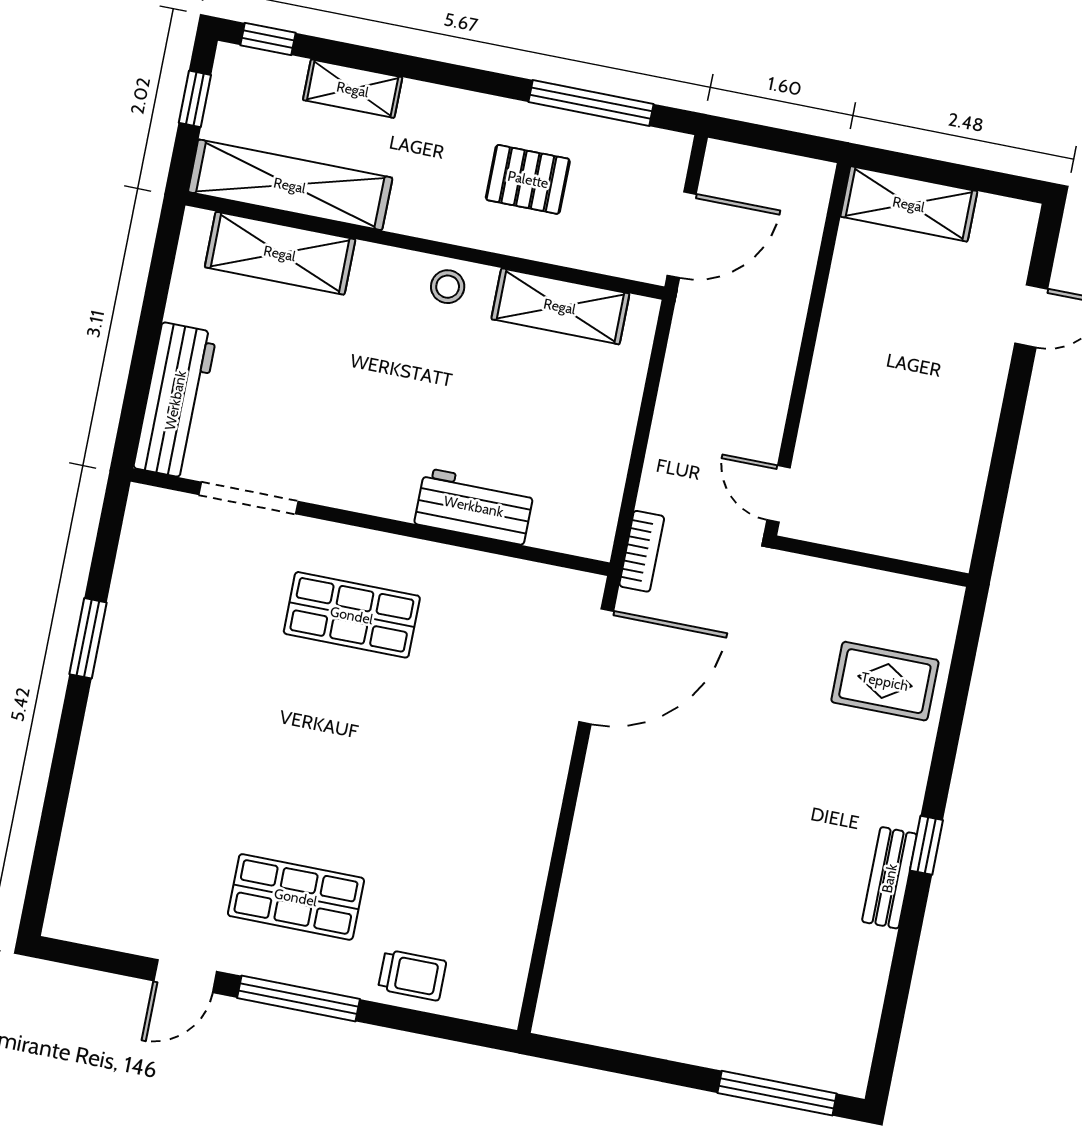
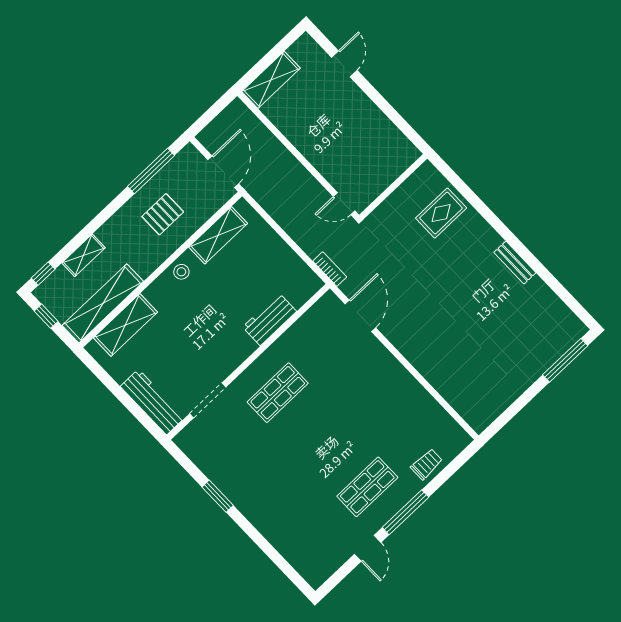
door: (596, 666) -> (360, 316), width x0.73
window: (926, 845) -> (512, 240), removed

